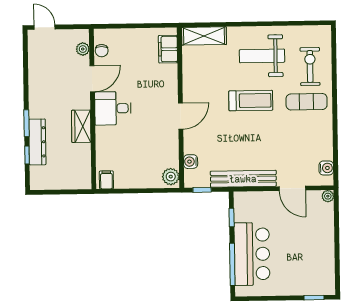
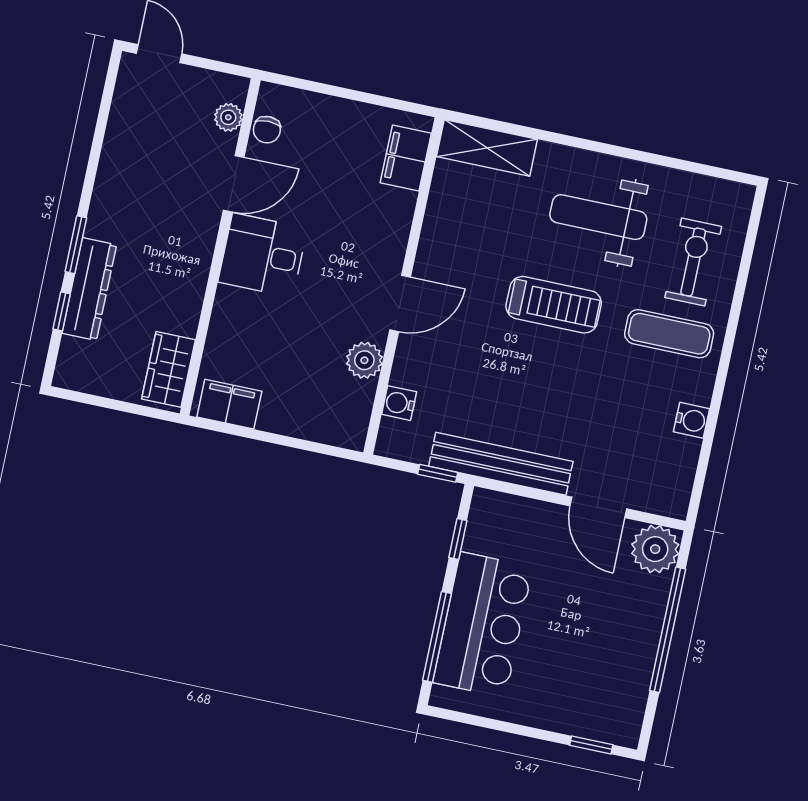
wardrobe: (81, 126) -> (169, 369), moved
water cooler: (326, 168) -> (692, 420), moved
plant: (171, 177) -> (364, 360), moved
filing cabinet: (106, 180) -> (229, 404), width x2.00
window: (202, 190) -> (438, 473), moved
plant: (328, 196) -> (655, 549), width x1.88, depth x1.88
window: (337, 237) -> (668, 630), added

